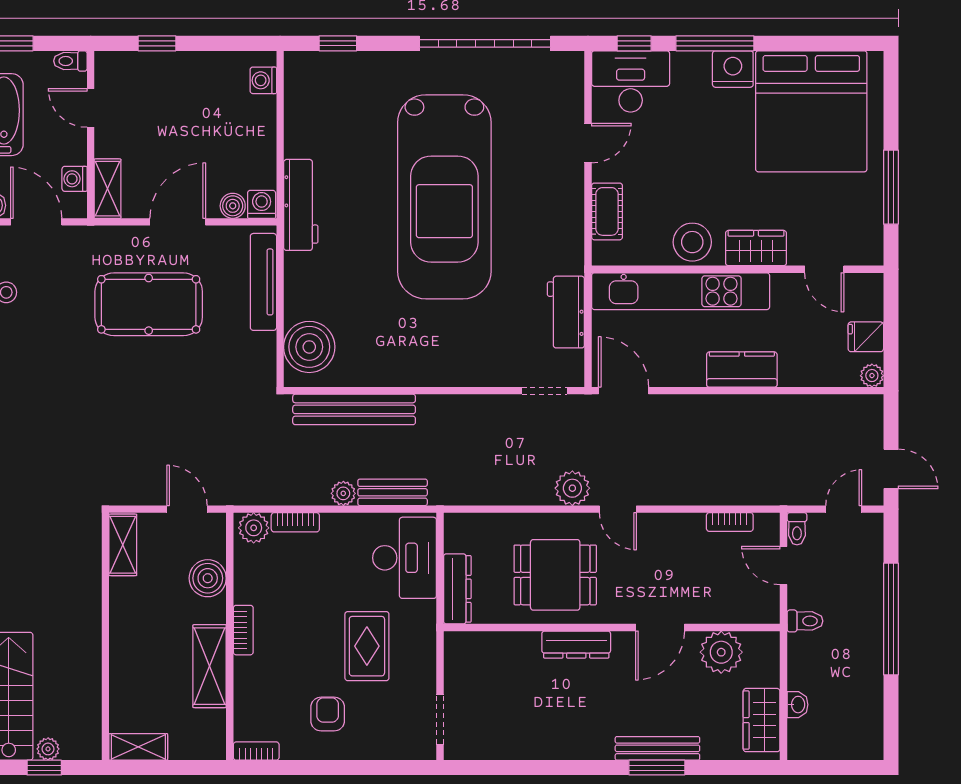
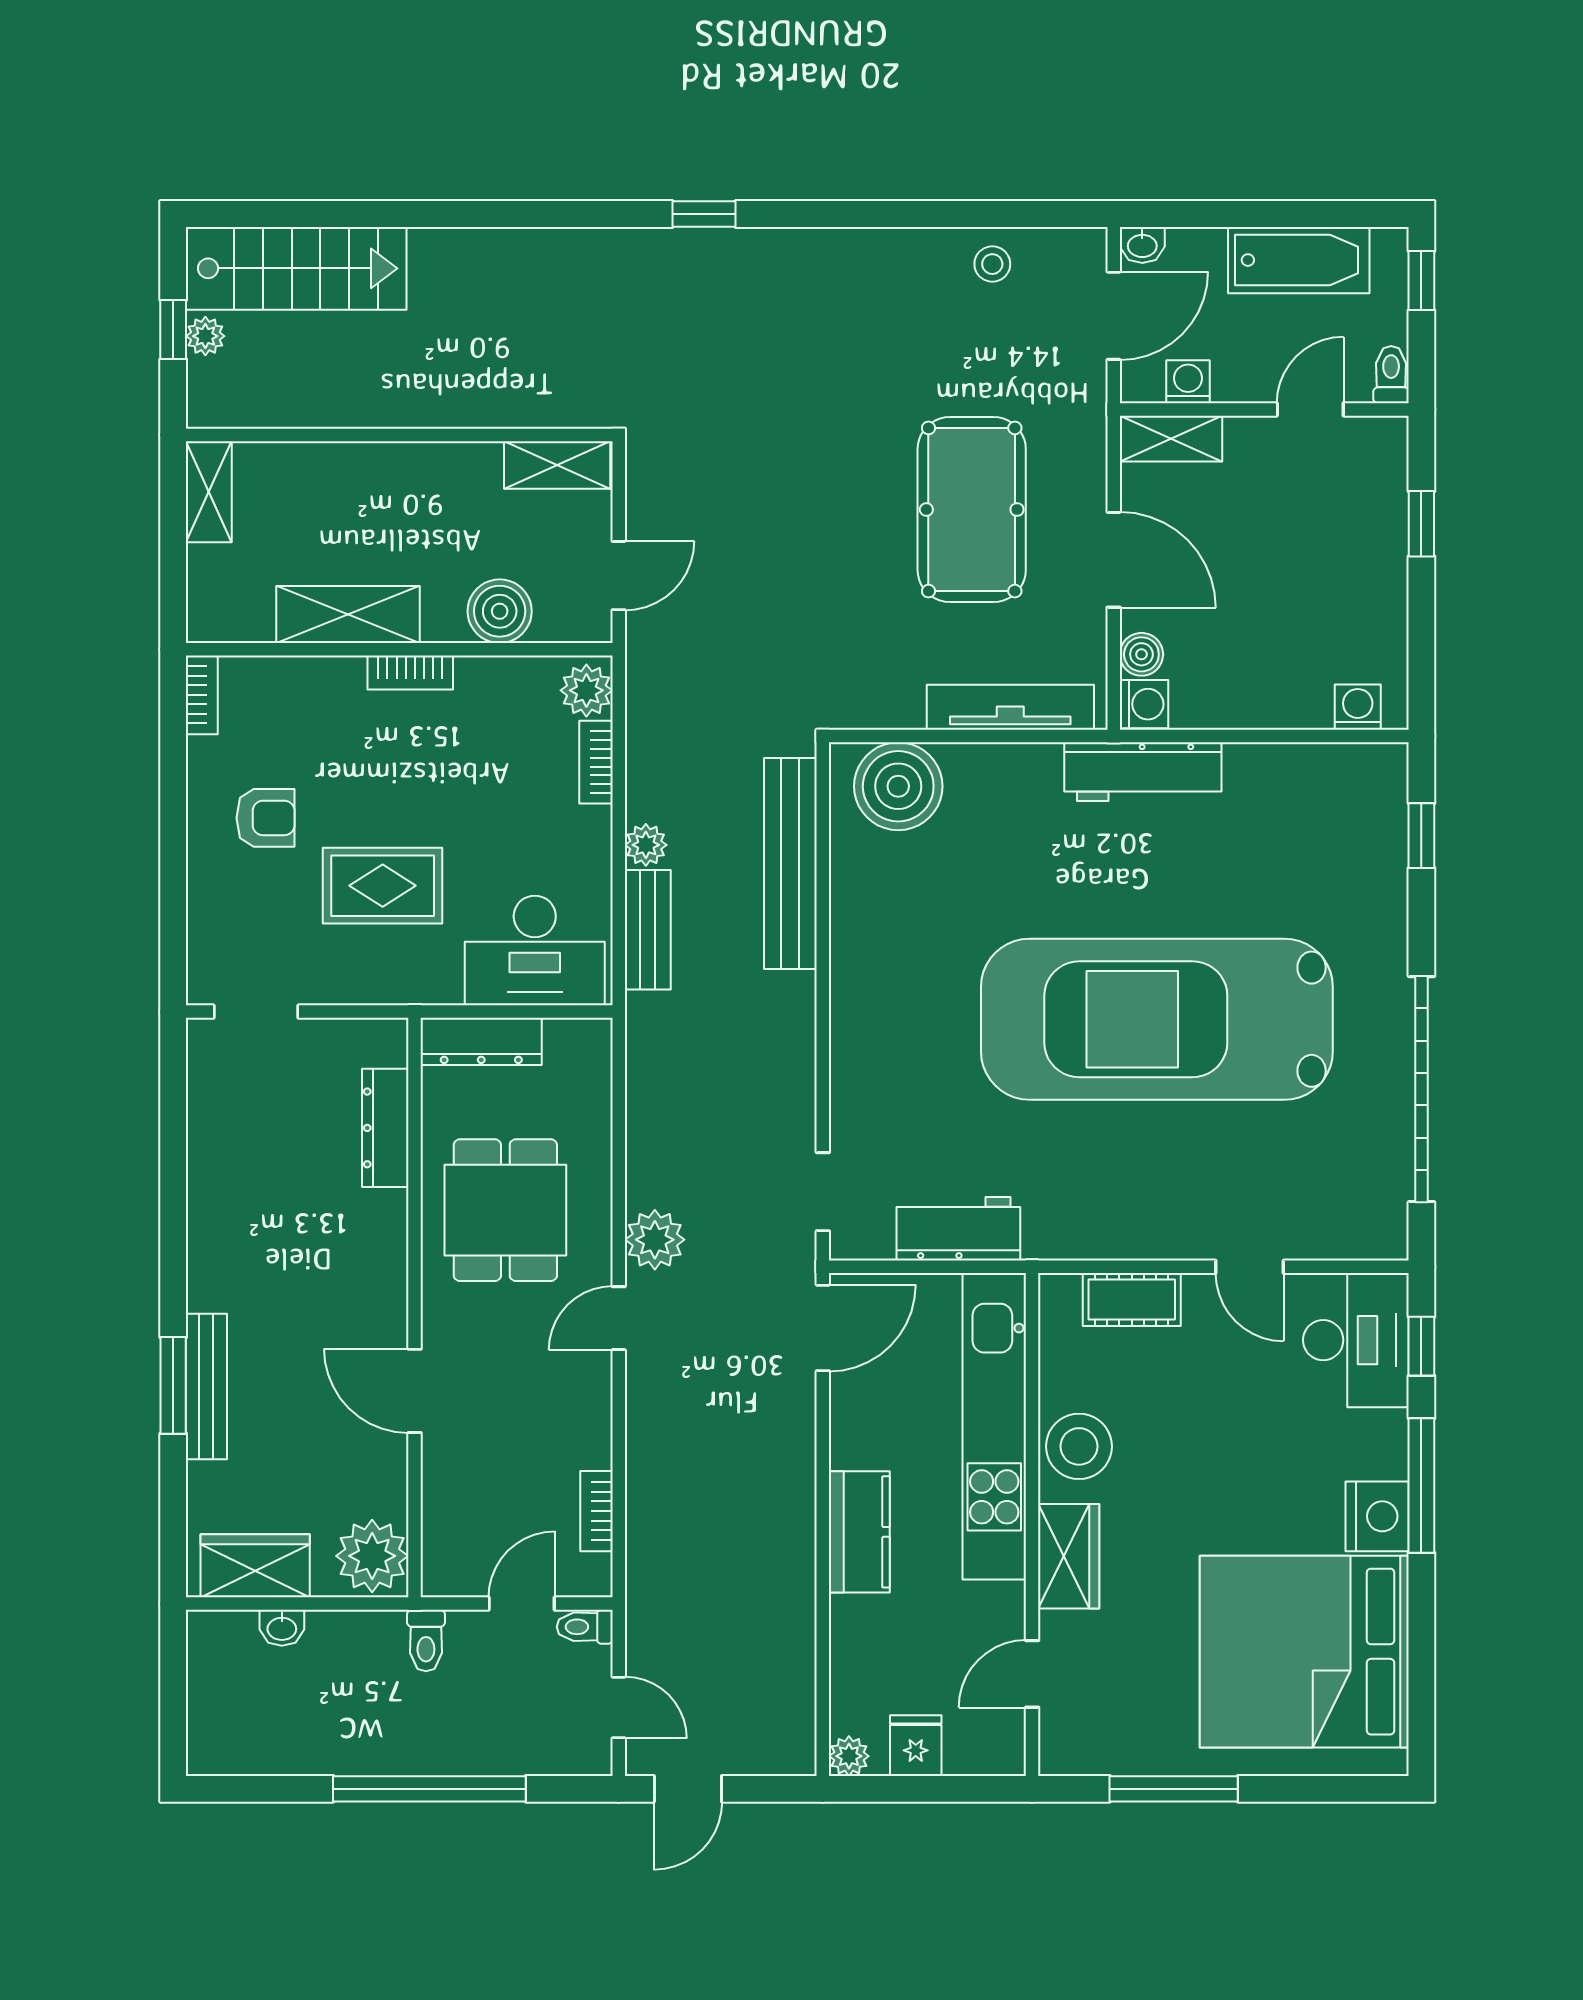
dresser: (576, 645) -> (385, 1128), moved
plant: (721, 652) -> (372, 1556), moved

